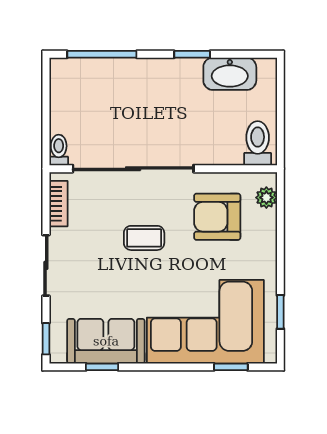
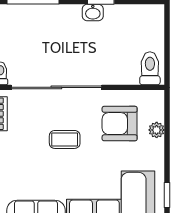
washbasin: (230, 74) -> (93, 12), moved, width x0.52, depth x0.69
plant: (266, 198) -> (157, 130), moved

